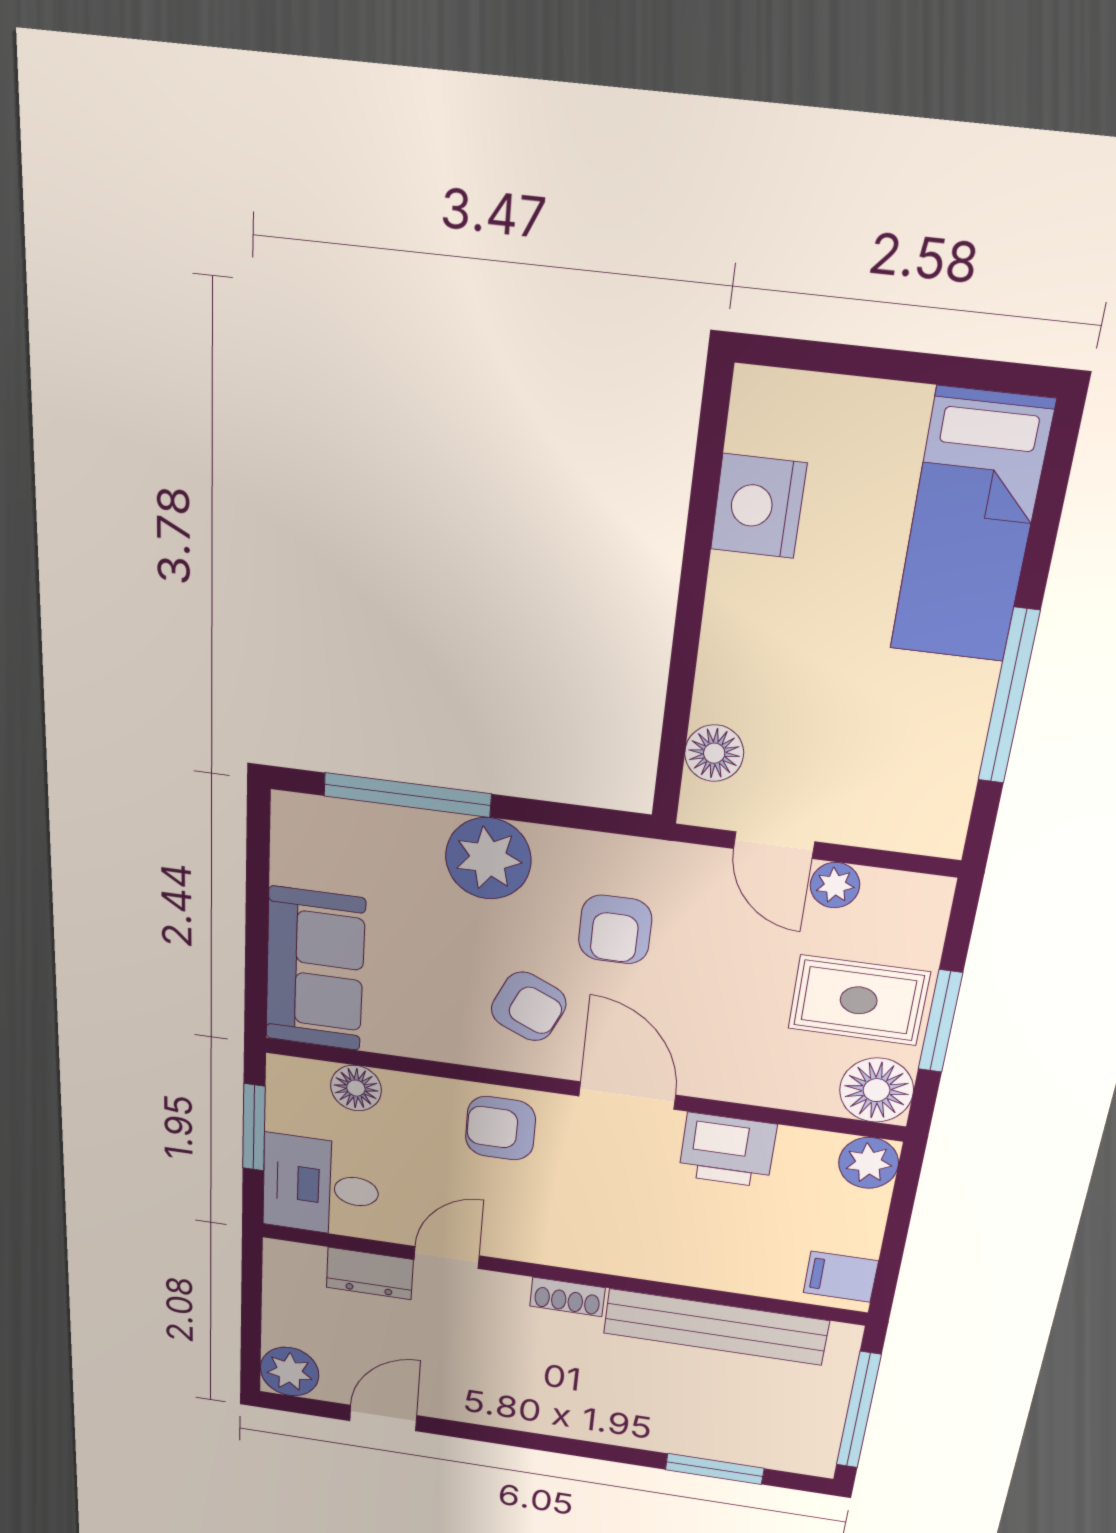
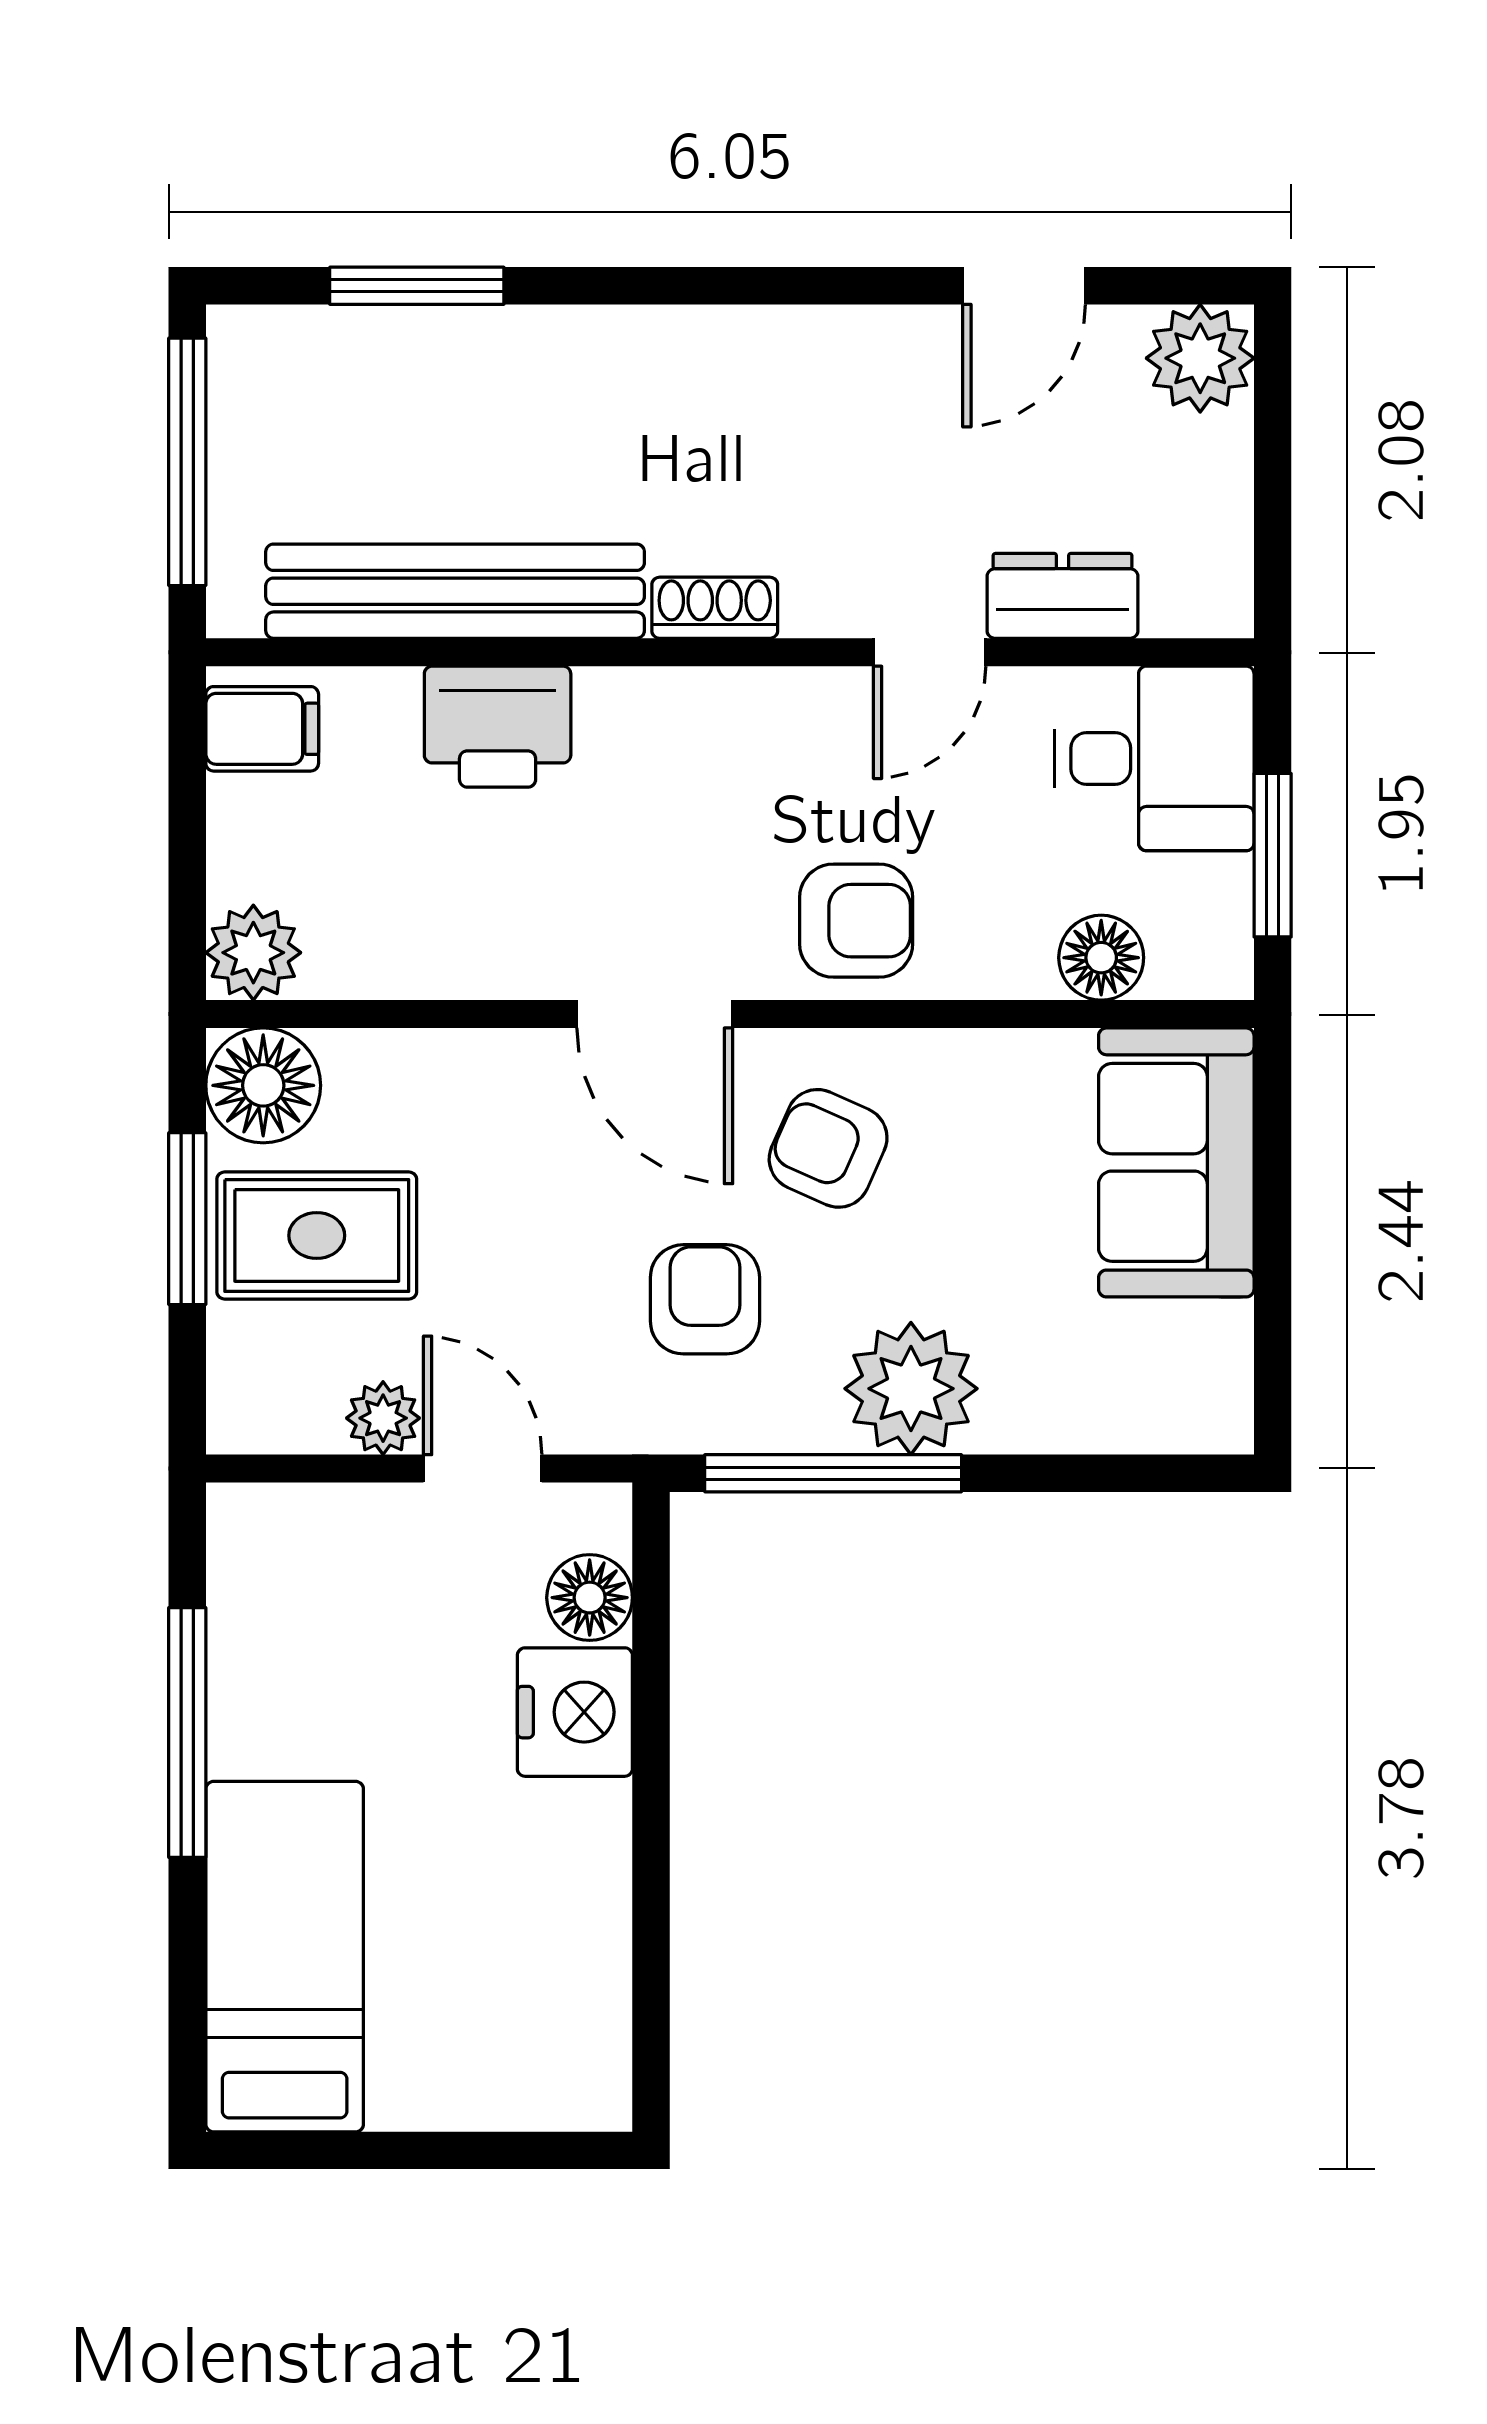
nightstand: (758, 506) -> (575, 1712), moved
window: (407, 795) -> (833, 1473), moved
printer: (727, 1150) -> (498, 727), moved, turned 180

